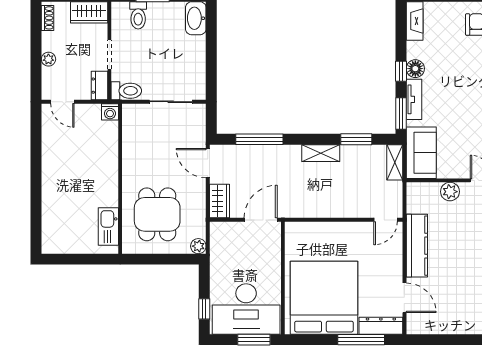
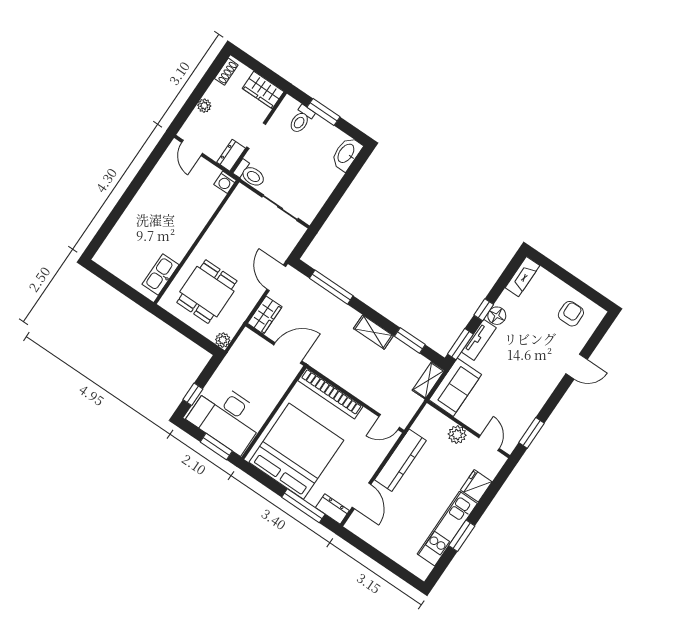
bookcase: (320, 229) -> (330, 393), added
dresser: (381, 326) -> (332, 509), width x0.70

